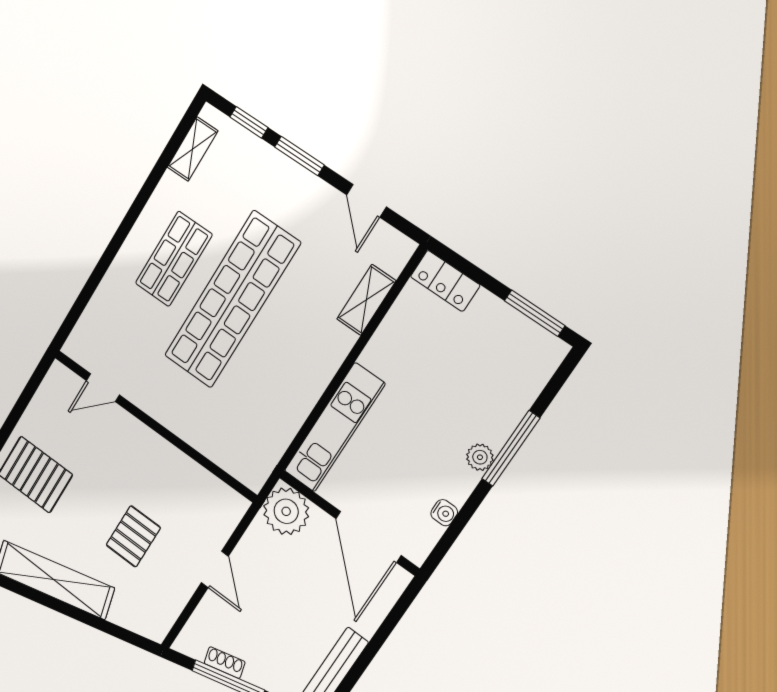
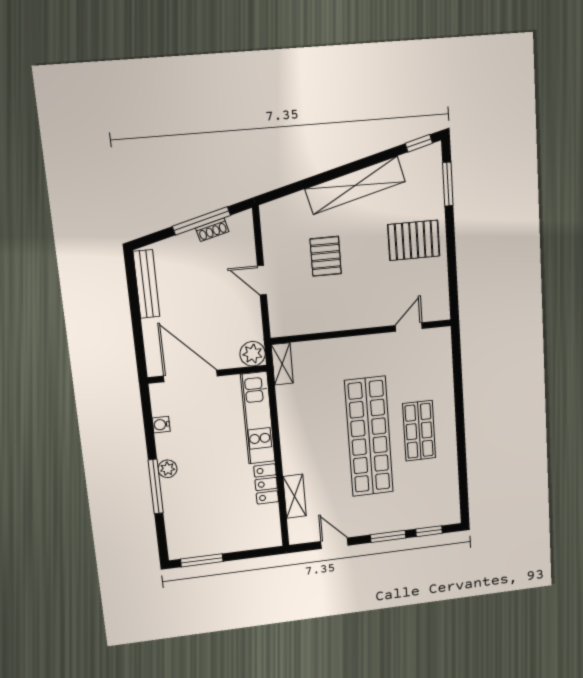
shelving: (193, 149) -> (282, 364), moved
locker: (445, 281) -> (266, 484), moved, turned -90
plant: (286, 511) -> (253, 354), width x0.73, depth x0.73

